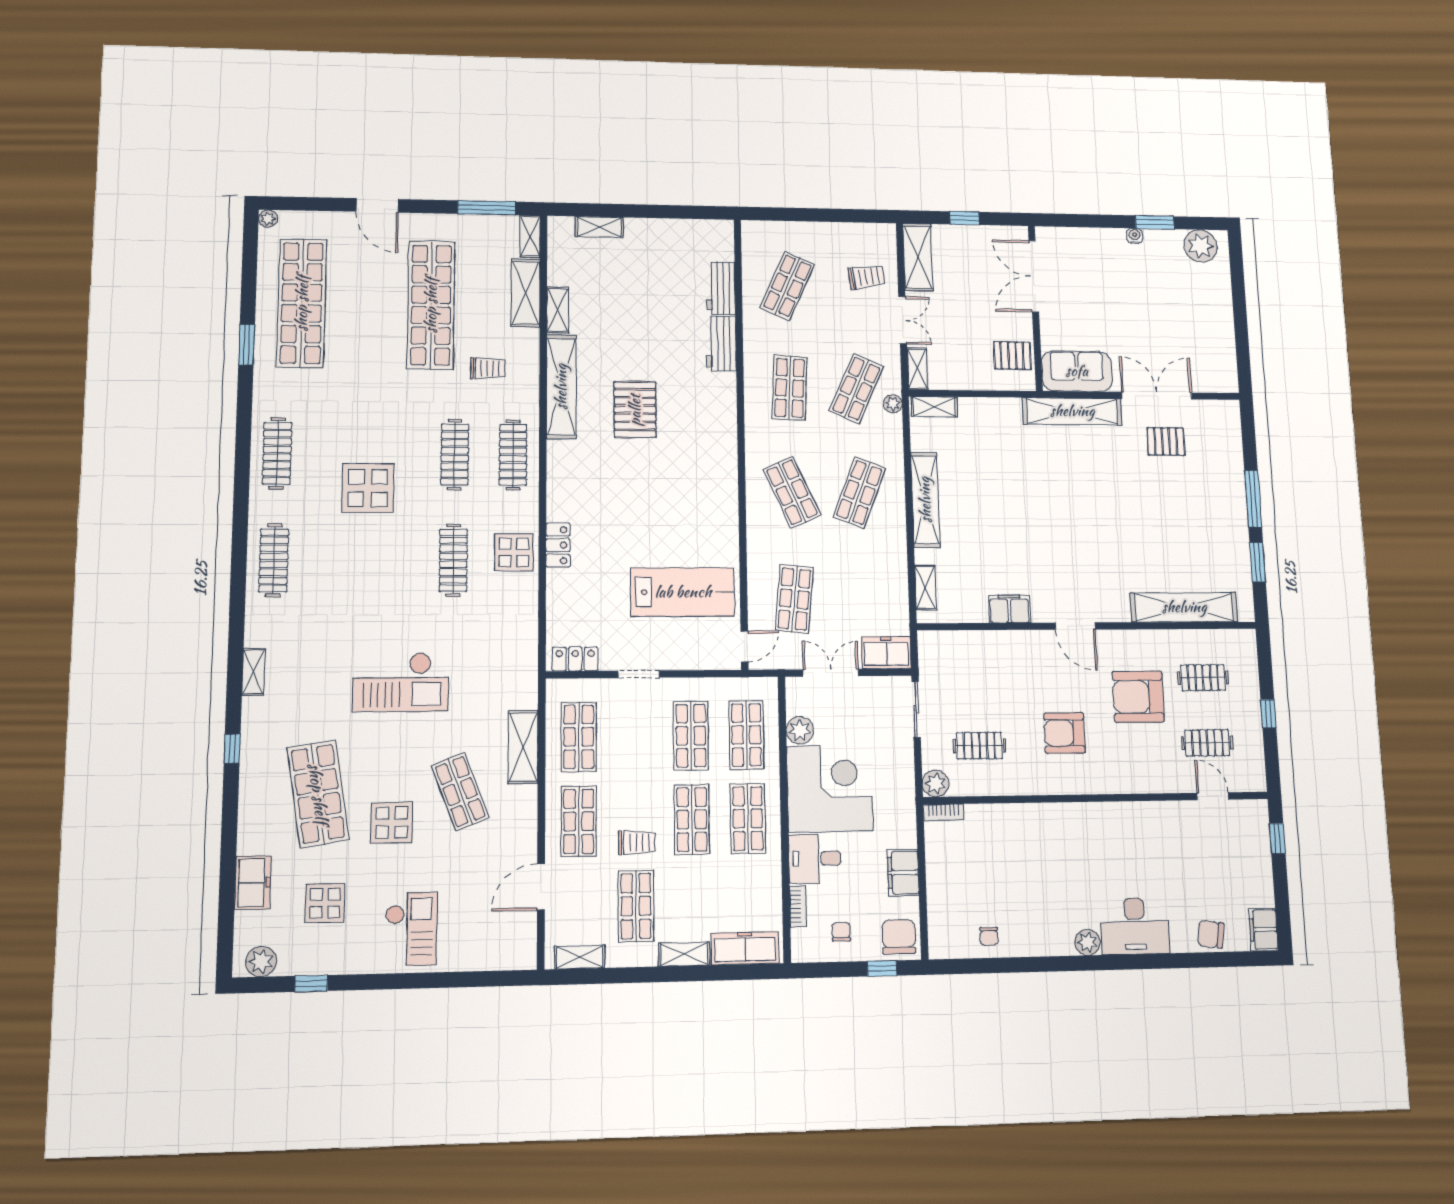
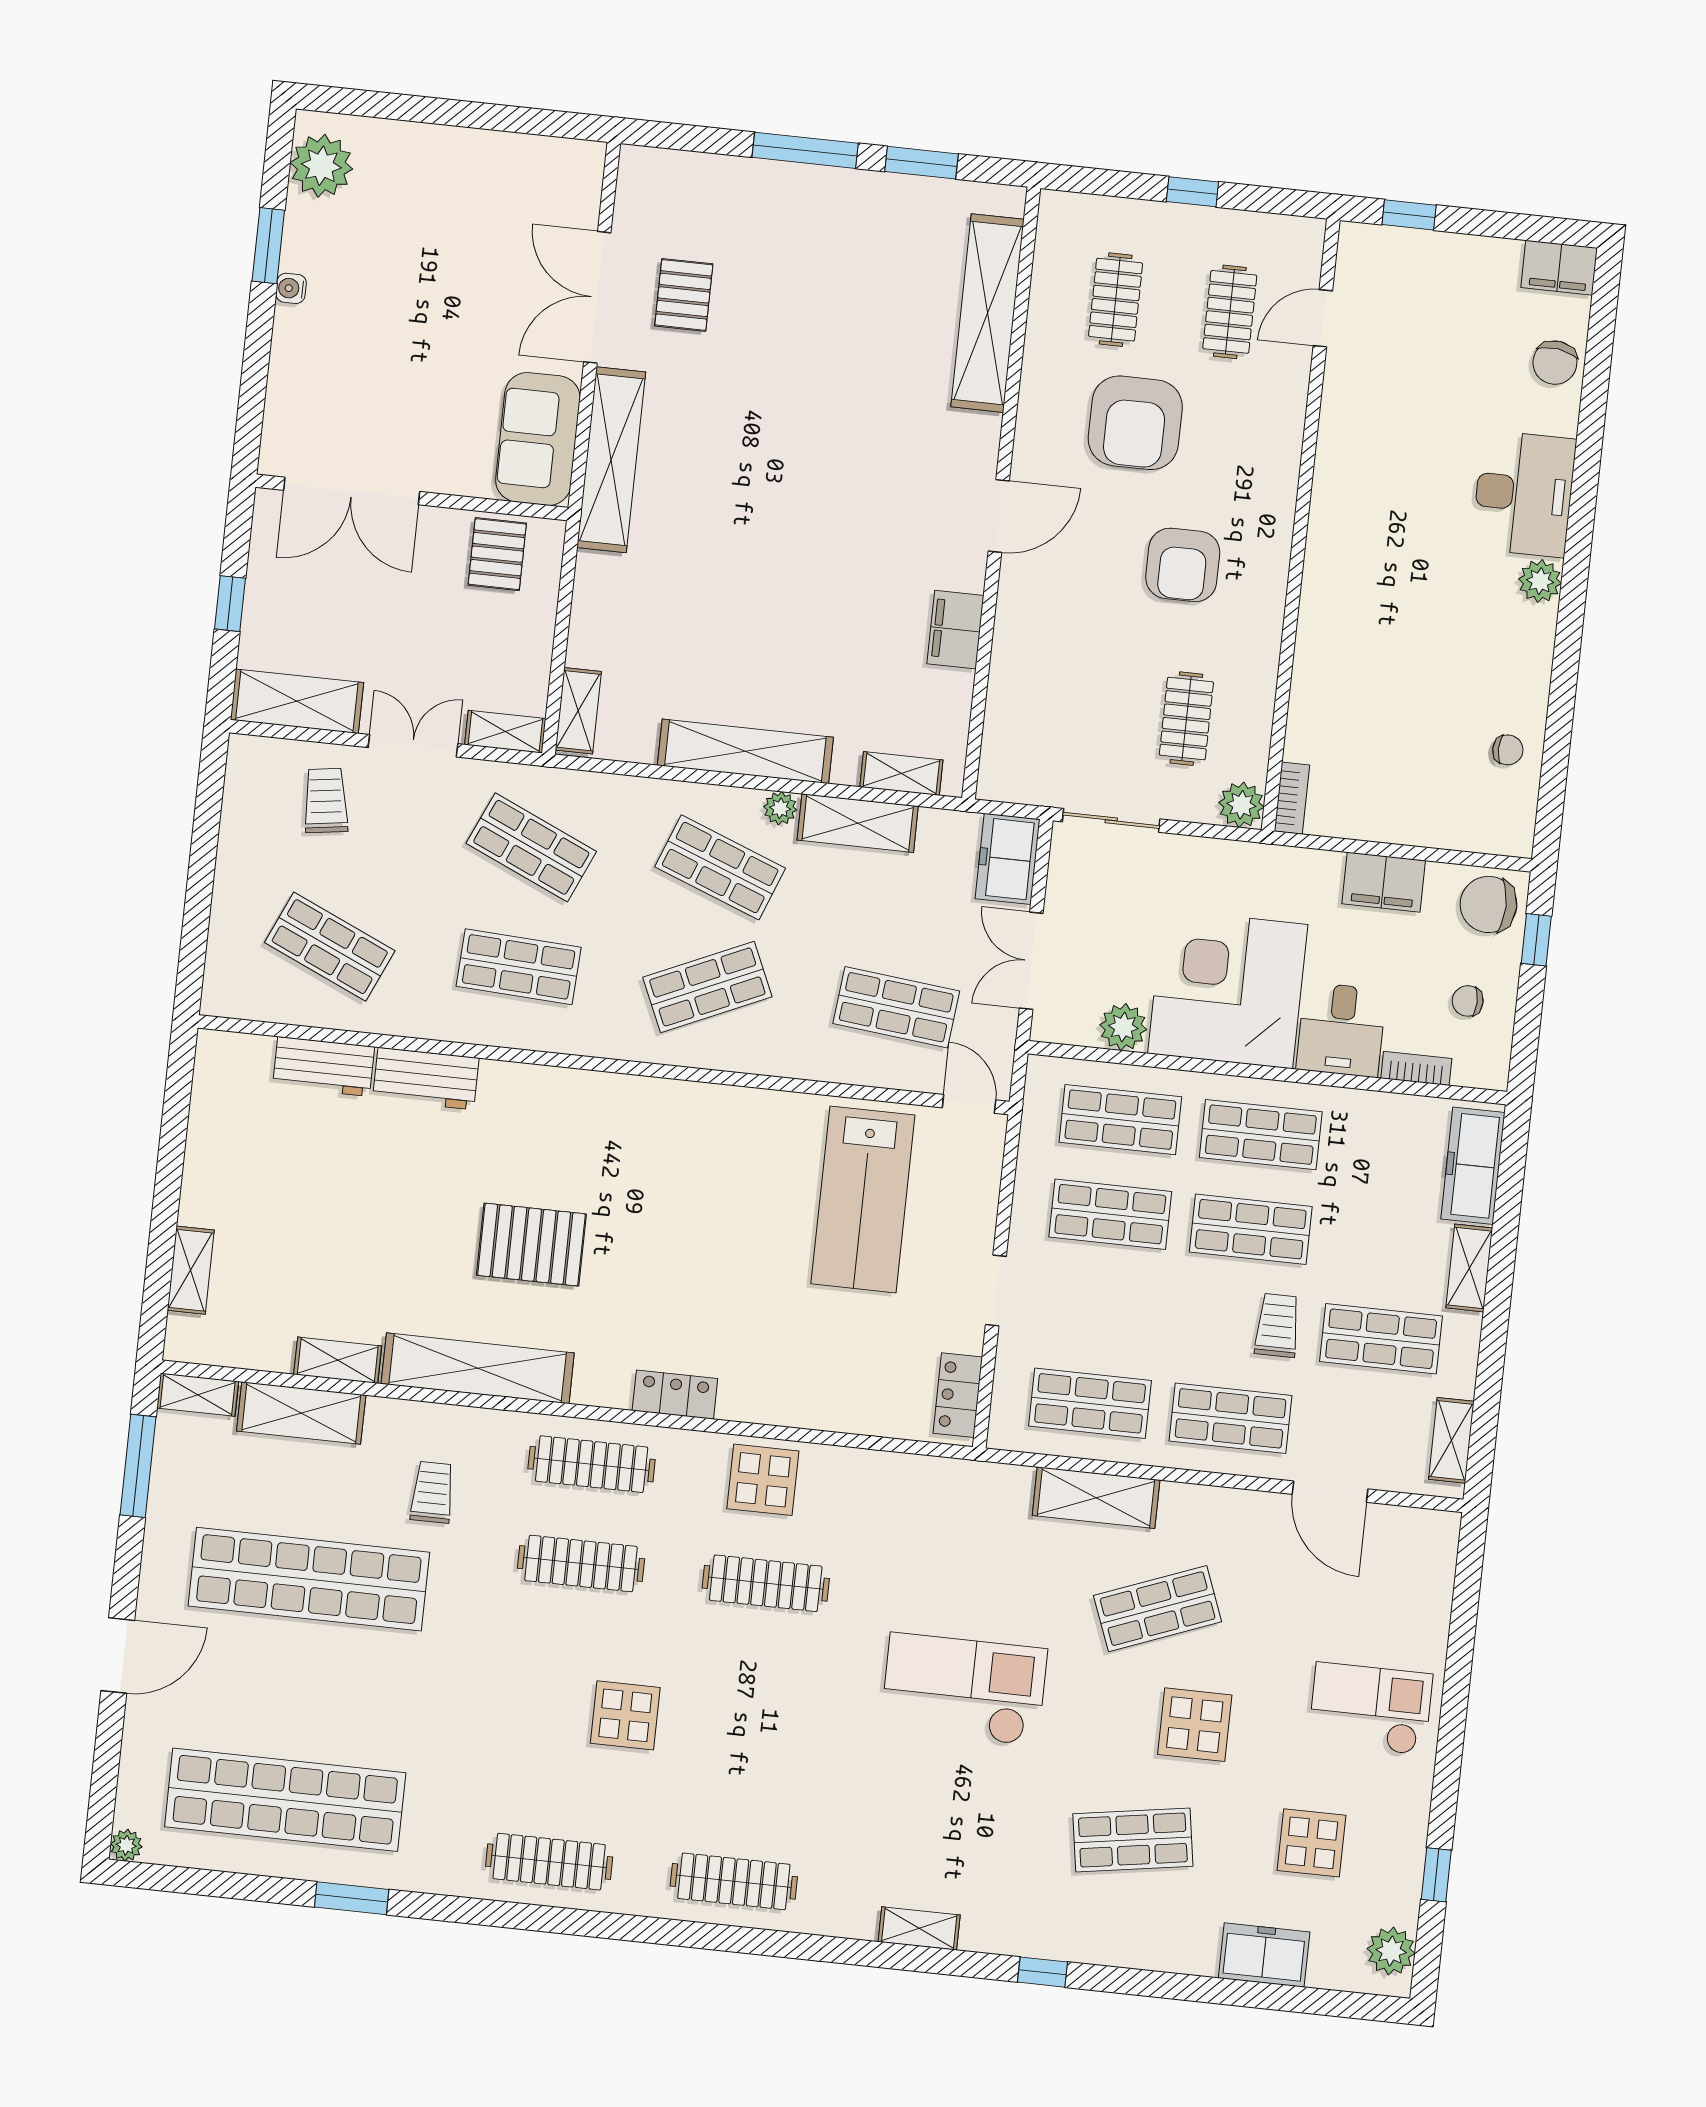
plant: (893, 404) -> (780, 808), moved
display table: (368, 488) -> (625, 1715), width x0.73, depth x0.73
locker: (558, 545) -> (675, 1395), moved
shelving: (895, 566) -> (858, 823), added
lab bench: (683, 592) -> (863, 1199), turned 180
checkout: (401, 682) -> (964, 1689), turned -90
shop shelf: (318, 794) -> (1133, 1840), width x0.70, depth x0.74

